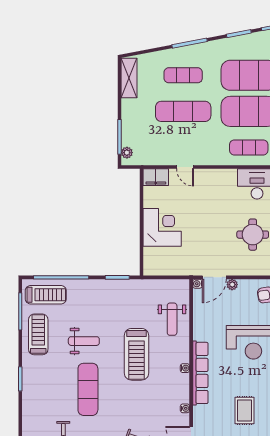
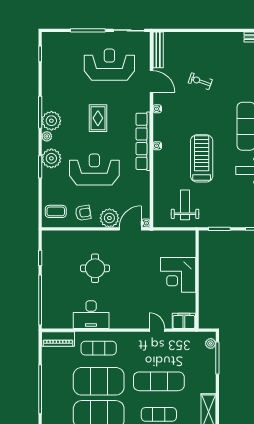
plant: (232, 285) -> (109, 218), width x1.87, depth x1.87
weight bench: (172, 319) -> (185, 205), moved
rug: (244, 411) -> (98, 118), moved

